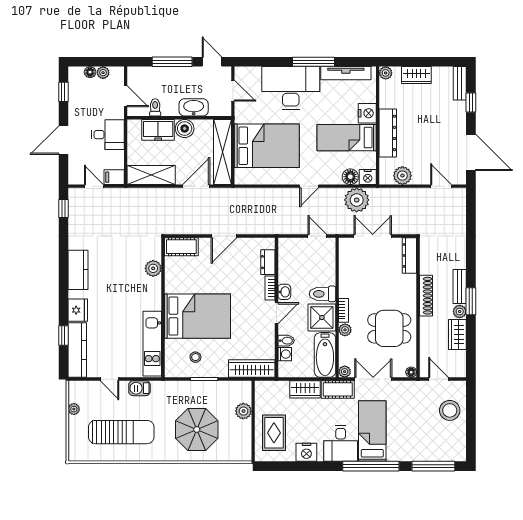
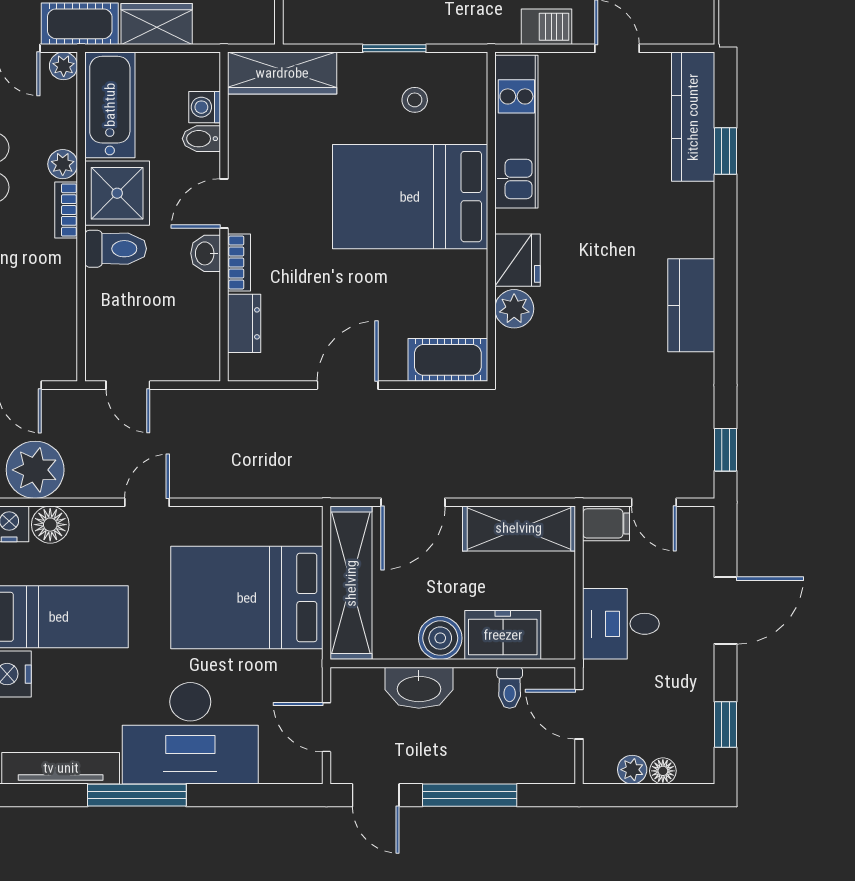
fridge: (78, 310) -> (517, 260), moved, turned 180

